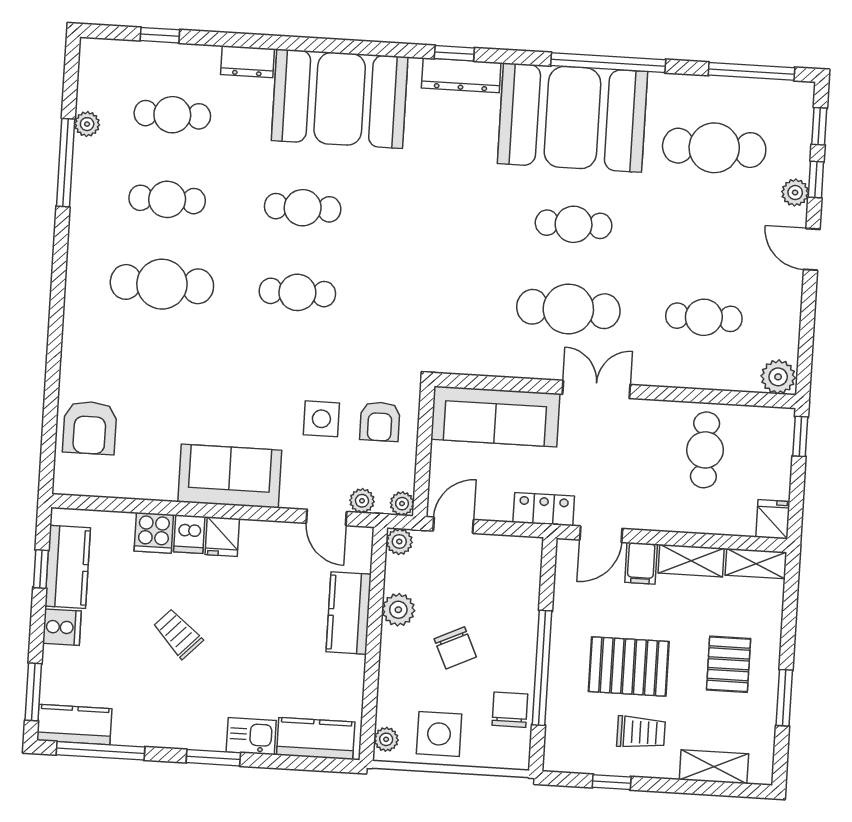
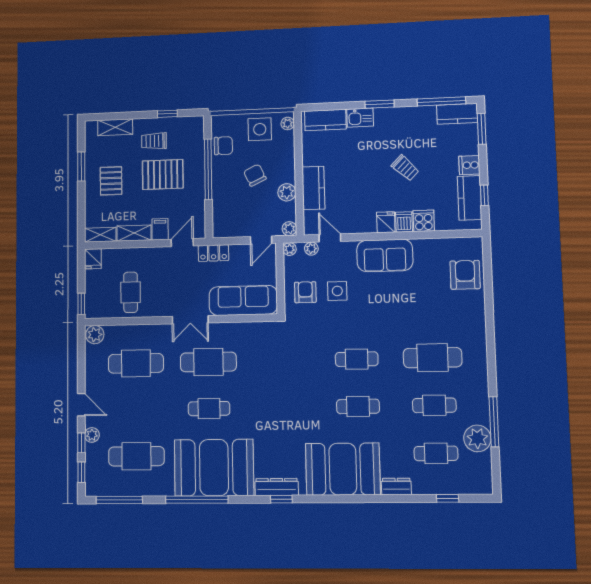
plant: (87, 124) -> (477, 438), width x1.88, depth x1.88
cafe table: (704, 317) -> (136, 363), width x1.37, depth x1.35
chair: (510, 710) -> (223, 146), turned -90

